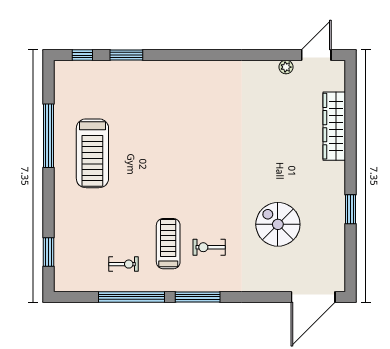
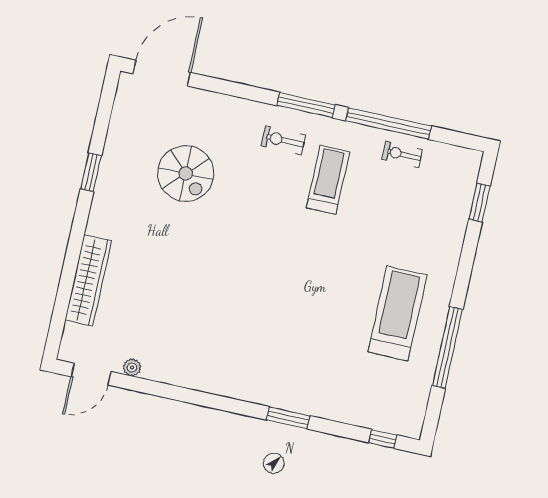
window: (126, 55) -> (288, 418), moved
treadmill: (168, 244) -> (328, 180), turned 180
exercise bike: (209, 247) -> (283, 140), moved, turned 180
exercise bike: (123, 264) -> (402, 154), moved

